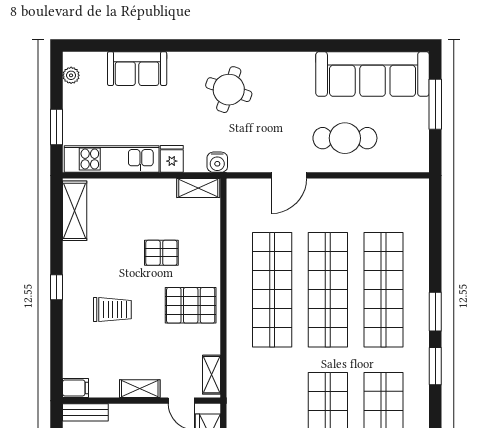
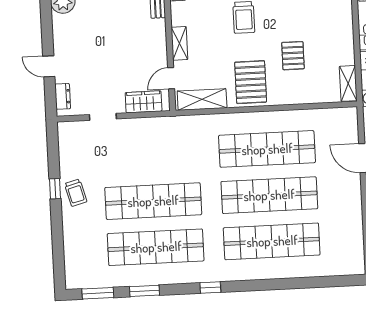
window: (435, 312) -> (256, 285), removed
window: (435, 366) -> (210, 288), width x0.67
shelving: (212, 375) -> (202, 99), width x1.50, depth x1.33

